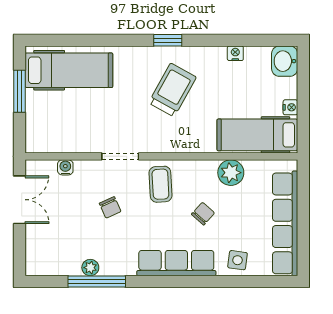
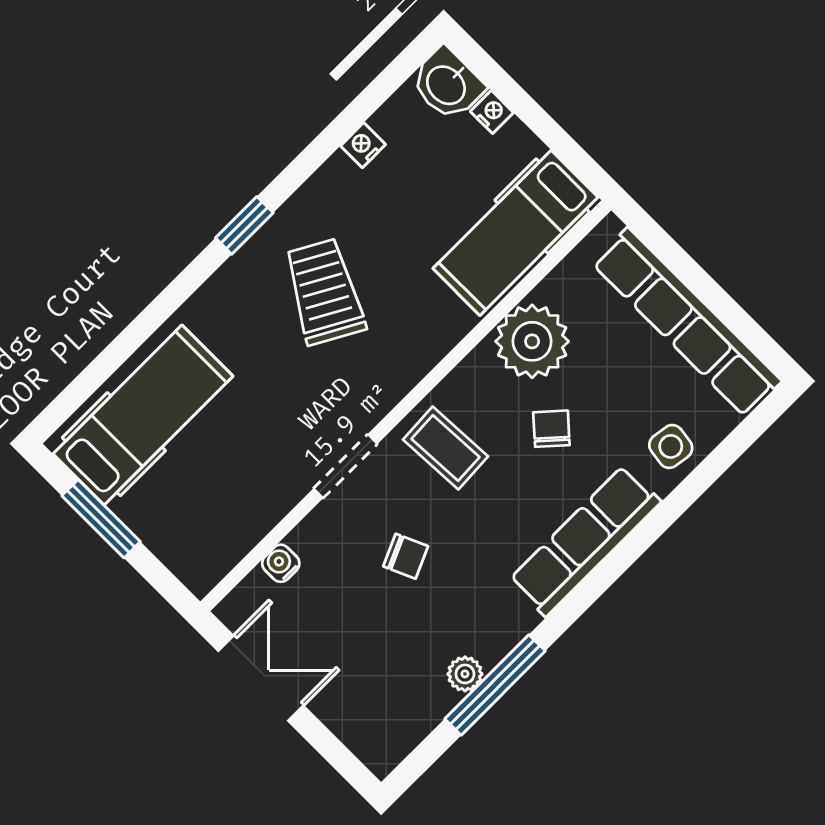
nightstand: (290, 107) -> (492, 112), moved
plant: (231, 173) -> (532, 341), width x1.36, depth x1.36

